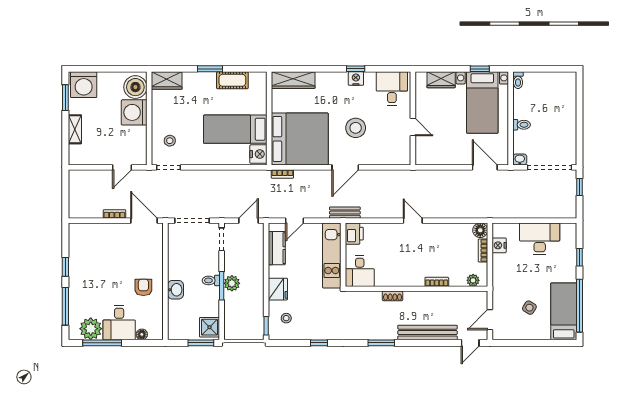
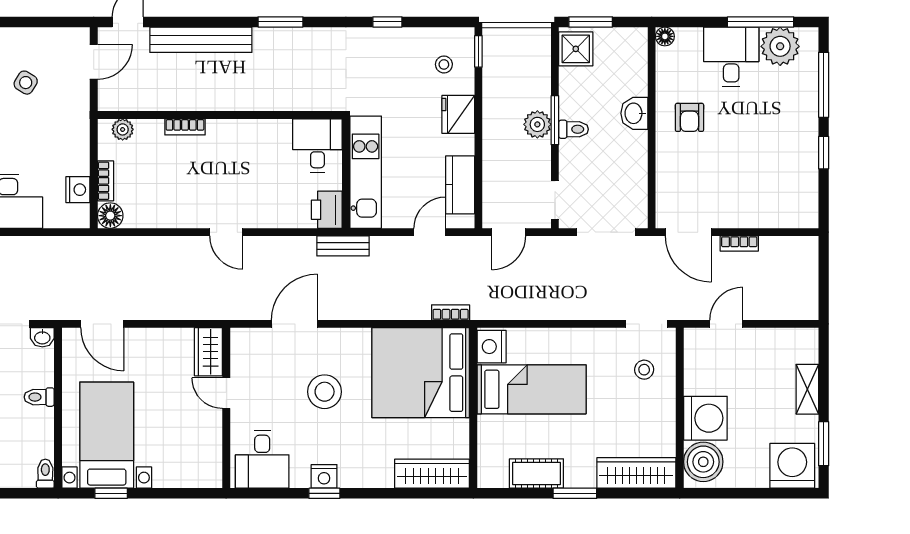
wardrobe: (441, 80) -> (208, 352), moved, turned -90
wardrobe: (167, 81) -> (636, 473), width x1.50
door: (345, 167) -> (294, 324), moved
shoe rack: (393, 296) -> (261, 103), removed
floor lamp: (142, 334) -> (665, 36), moved

